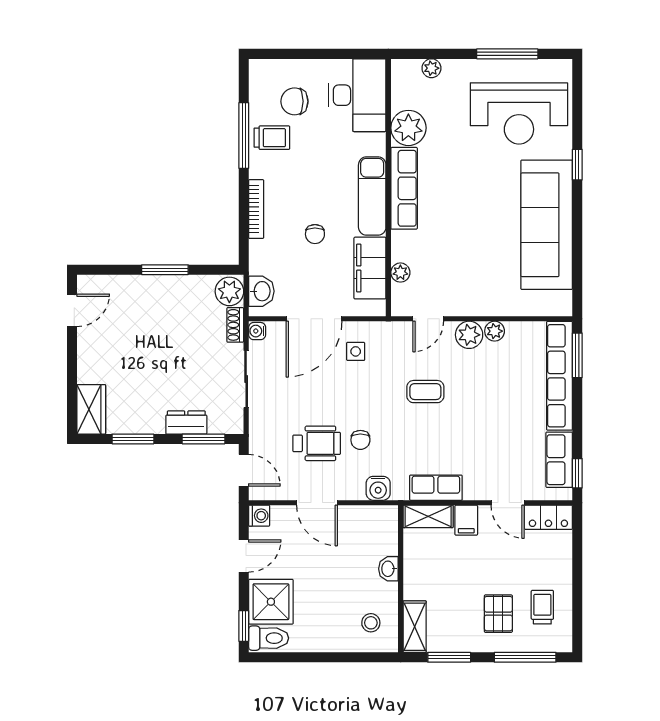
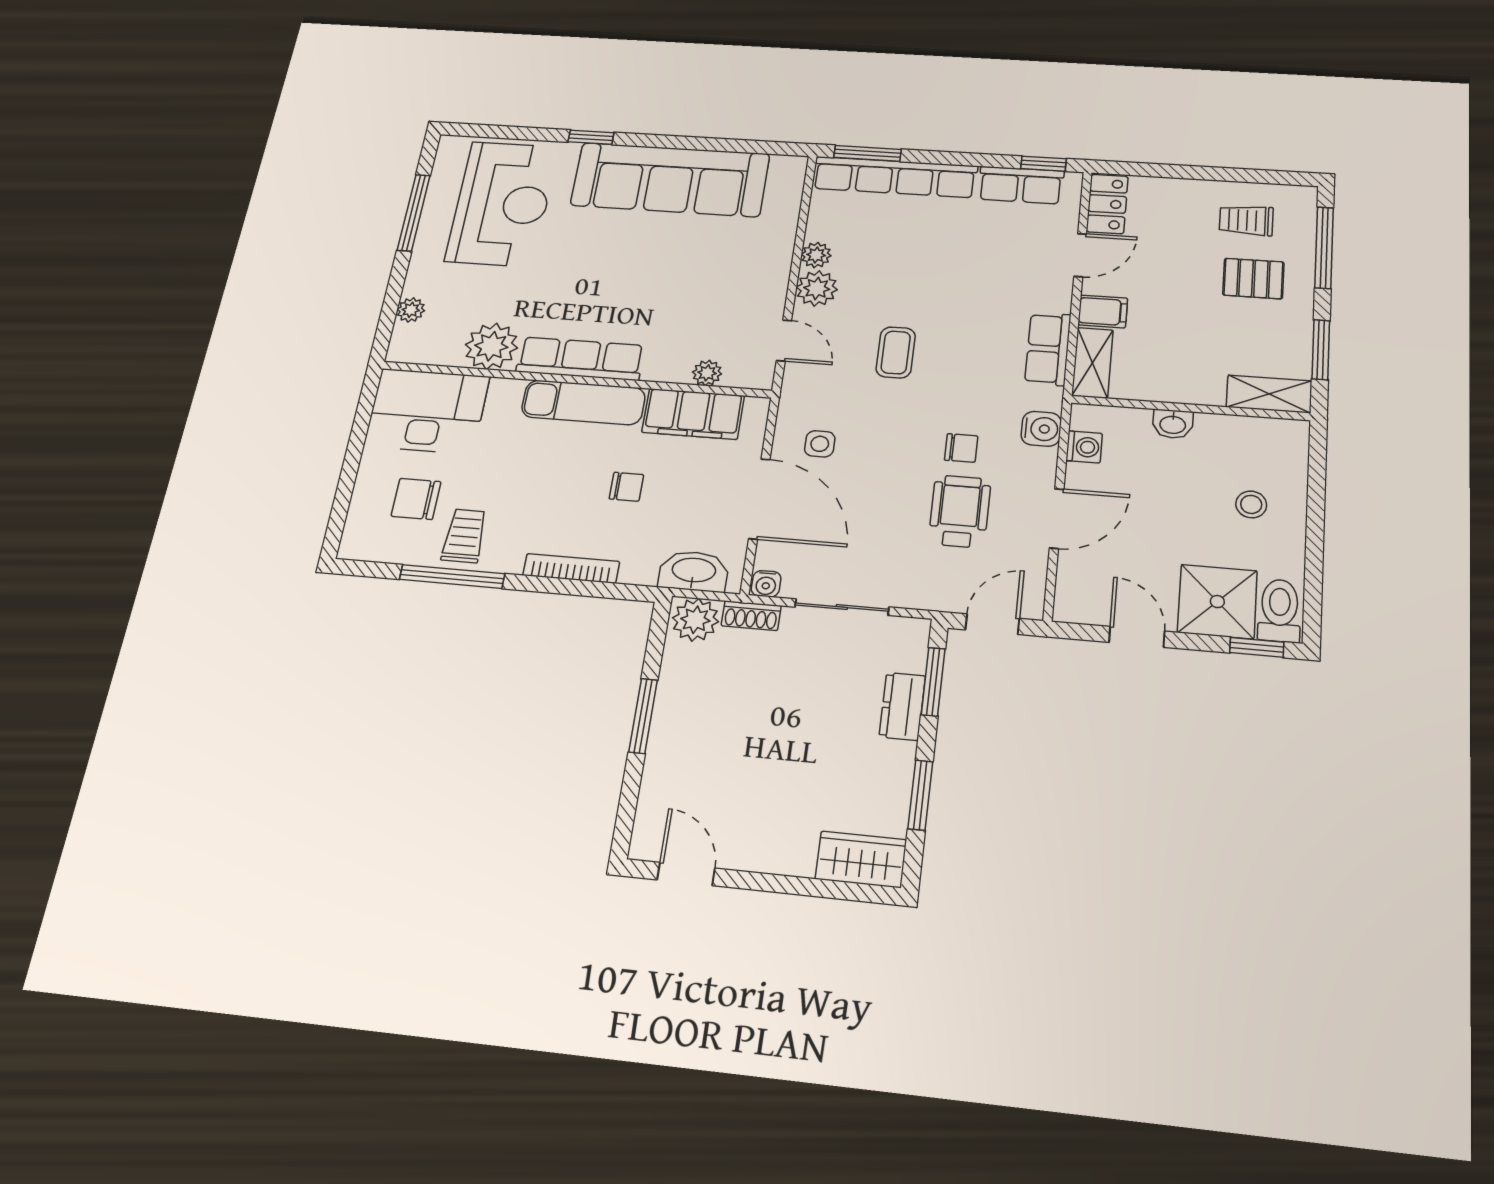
chair: (294, 101) -> (416, 499), turned 90
washbasin: (261, 291) -> (694, 571), width x1.38
washing machine: (259, 516) -> (1084, 447), moved, turned 90
stool: (371, 623) -> (1251, 504), moved

